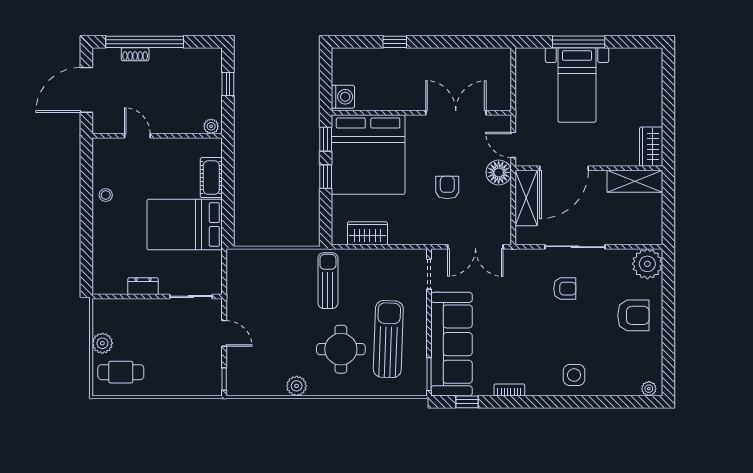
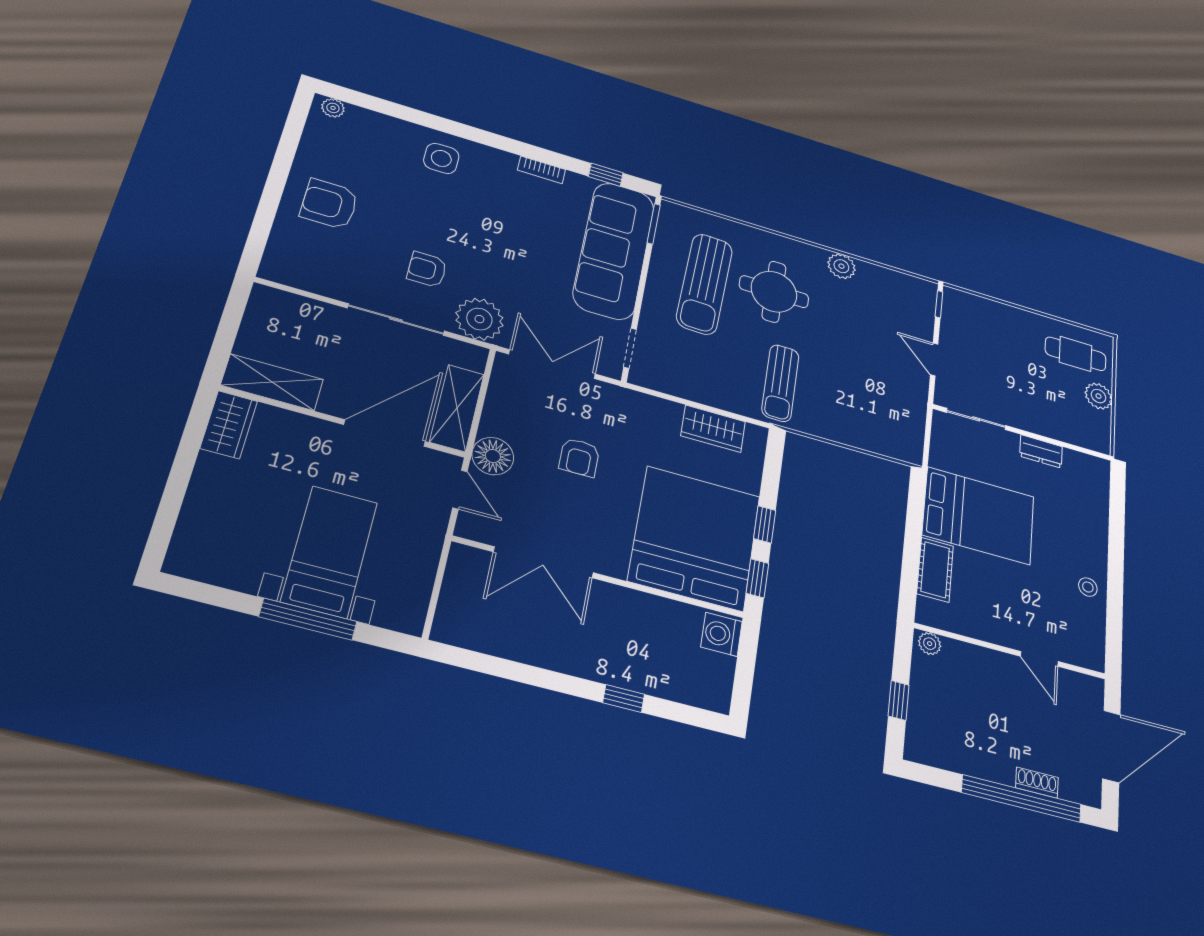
plant: (647, 264) -> (479, 319), moved

